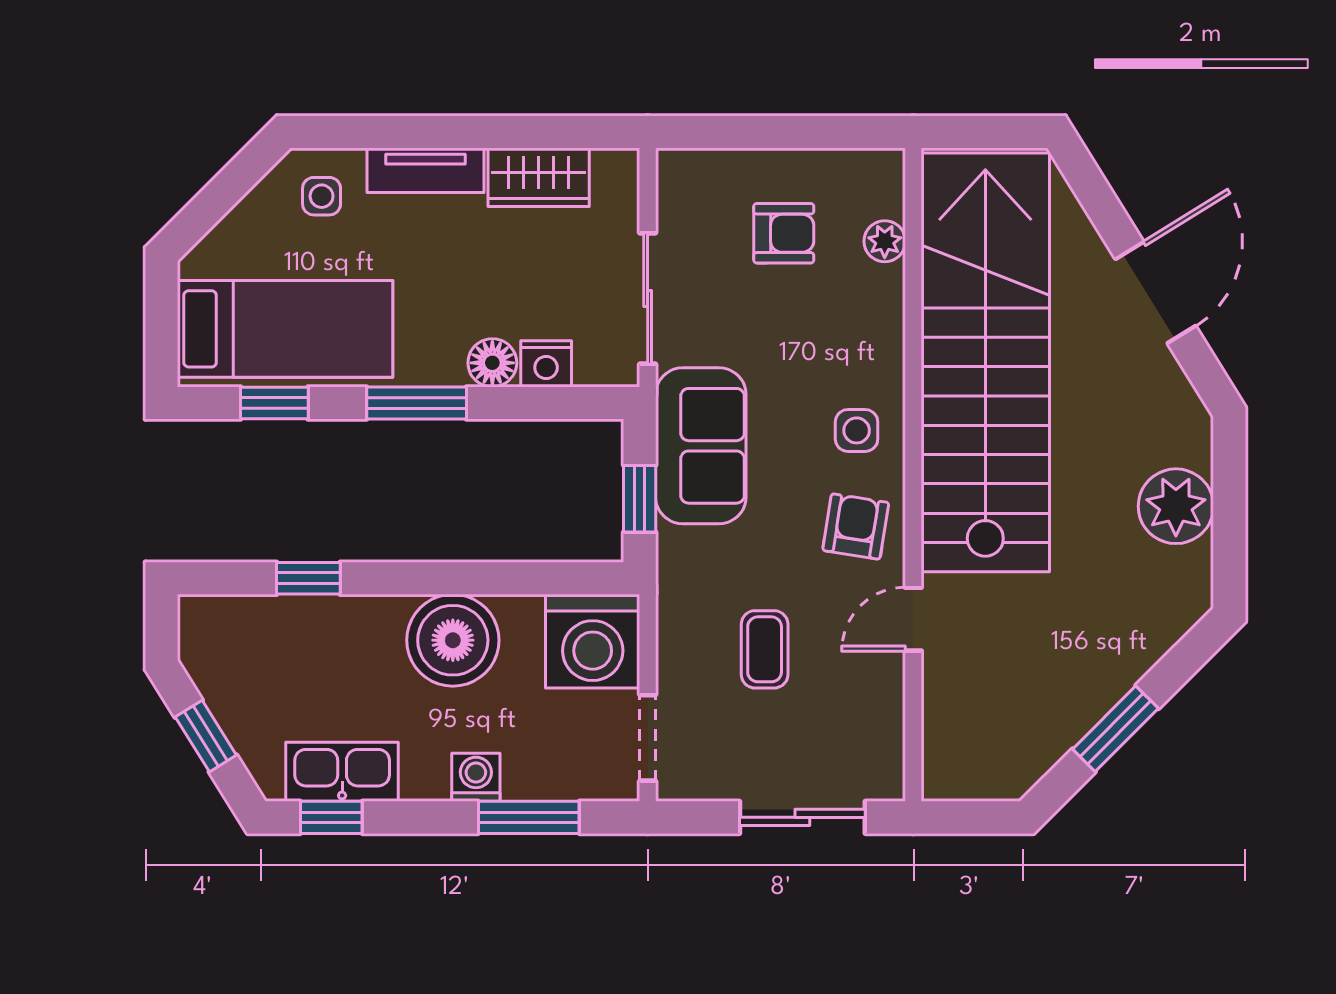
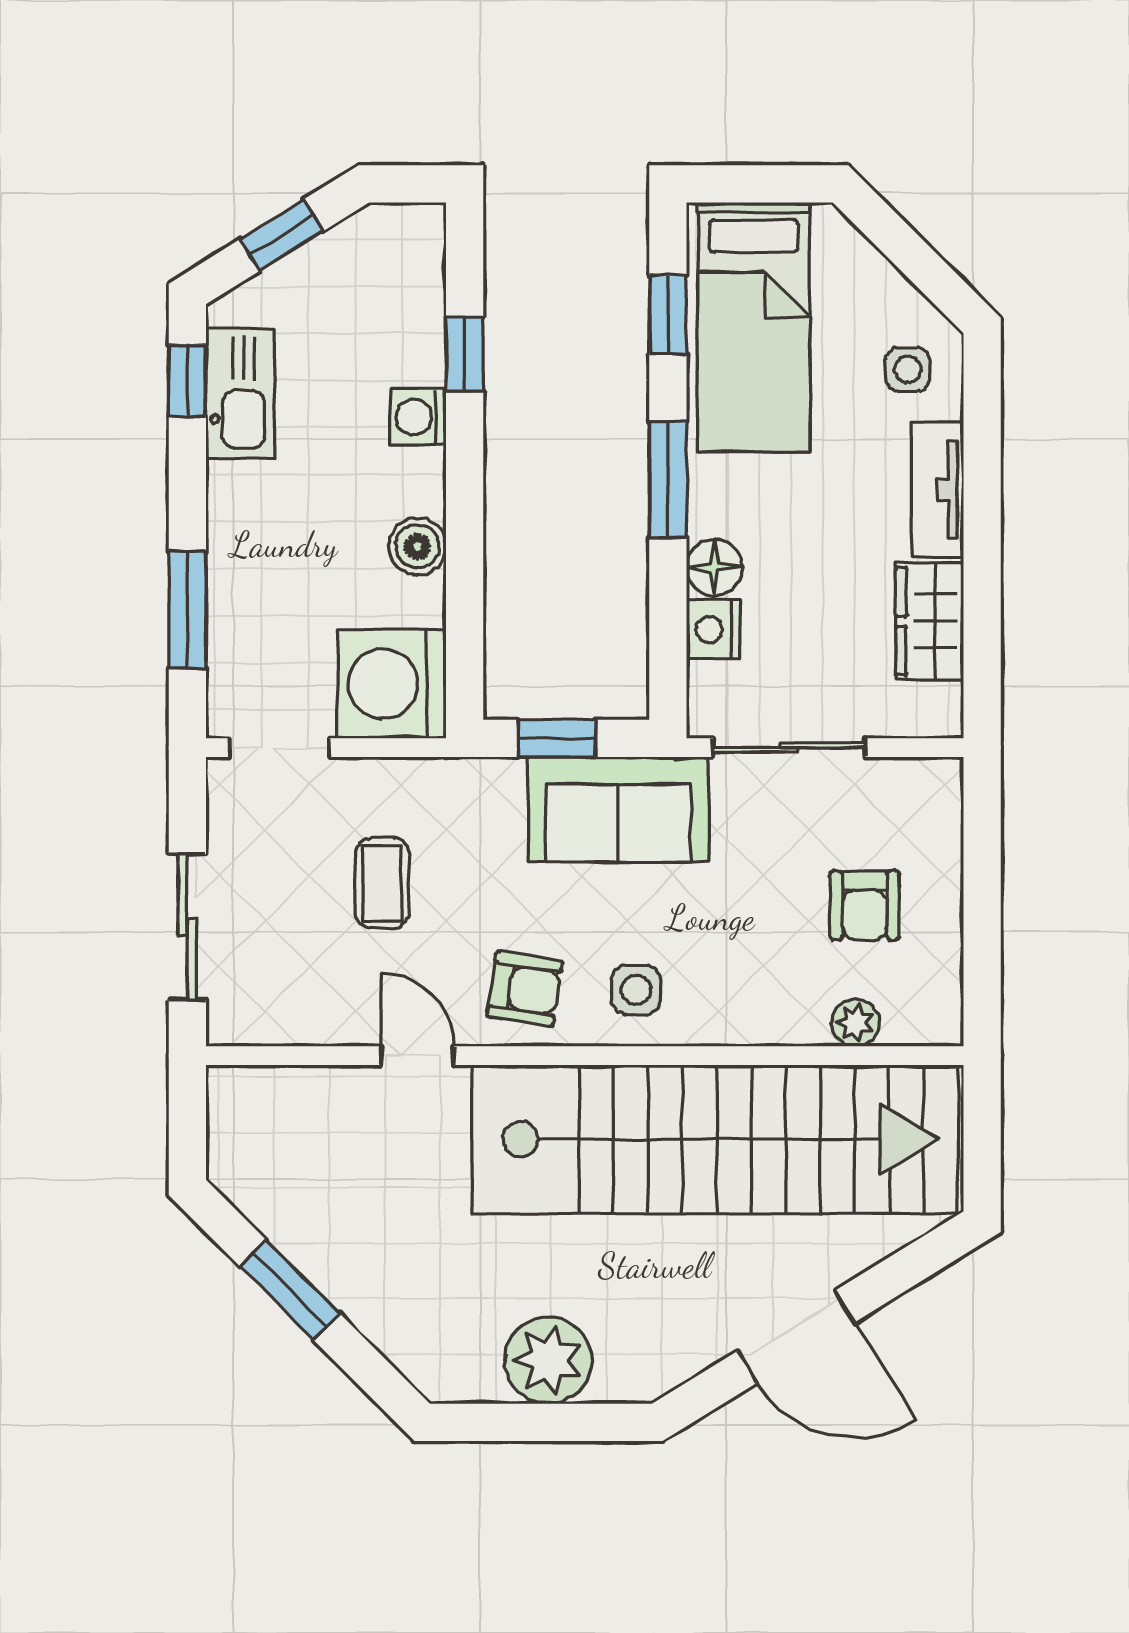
boiler: (453, 640) -> (417, 546), width x0.54, depth x0.54
coffee table: (765, 649) -> (382, 883), turned 90
washing machine: (476, 777) -> (418, 417), moved, turned 180

